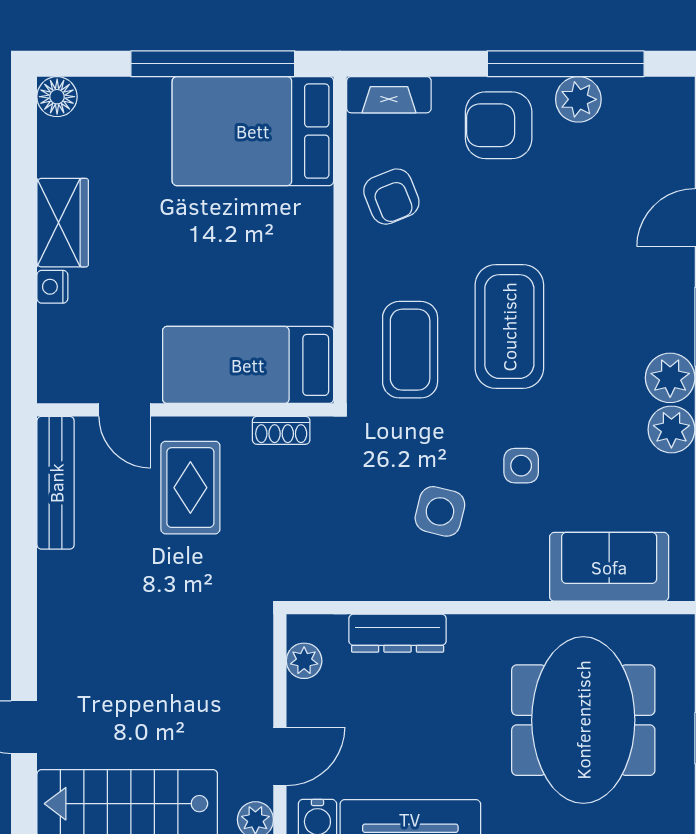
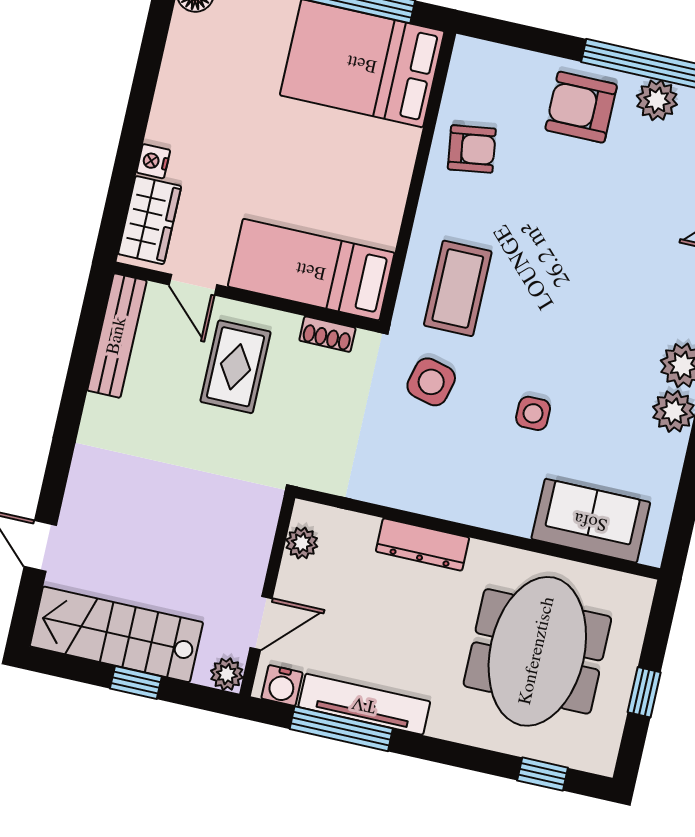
fireplace: (389, 95) -> (490, 58), removed
armchair: (391, 197) -> (472, 149), turned -76
wardrobe: (63, 223) -> (150, 220), moved
coffee table: (509, 327) -> (550, 288), removed
side table: (440, 511) -> (431, 382), moved
dresser: (398, 633) -> (422, 544), moved

